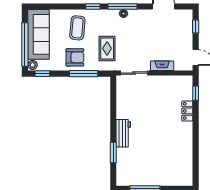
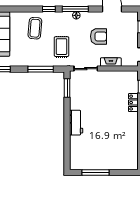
armchair: (75, 57) -> (99, 36), moved
window: (113, 152) -> (67, 88), moved

